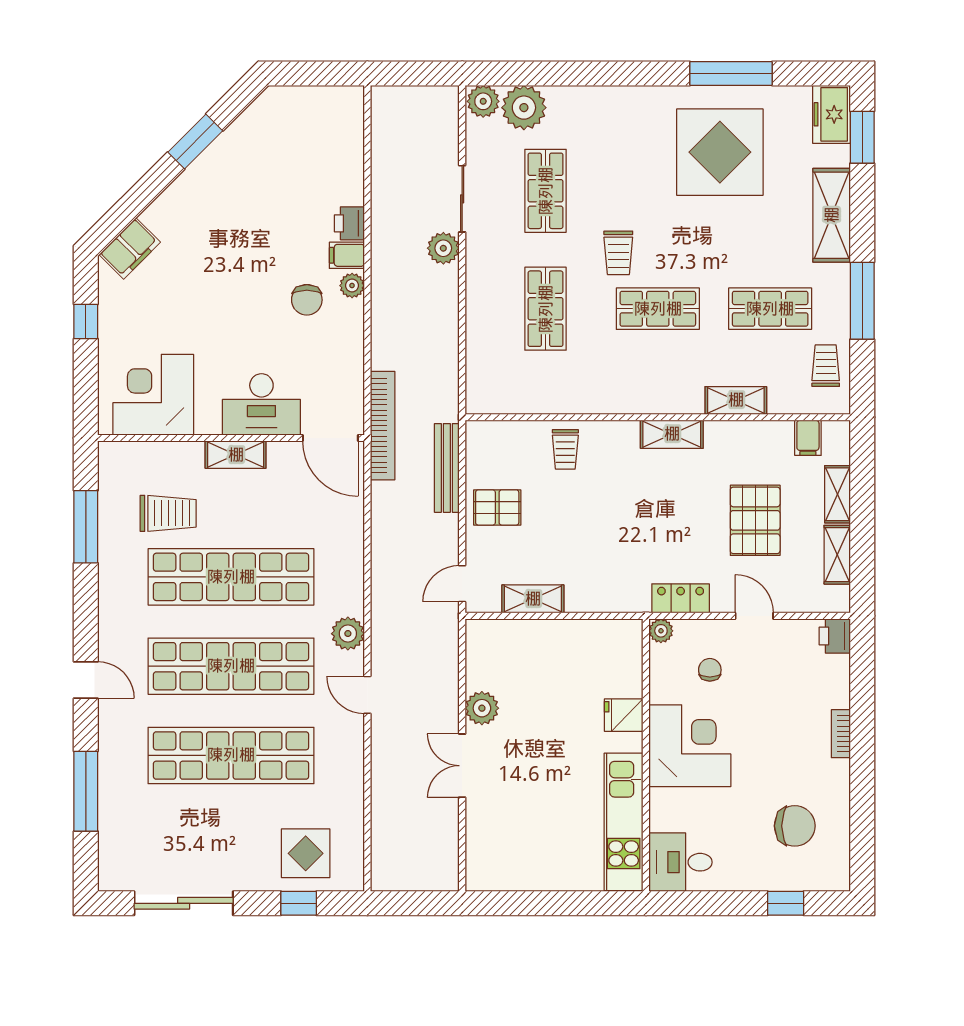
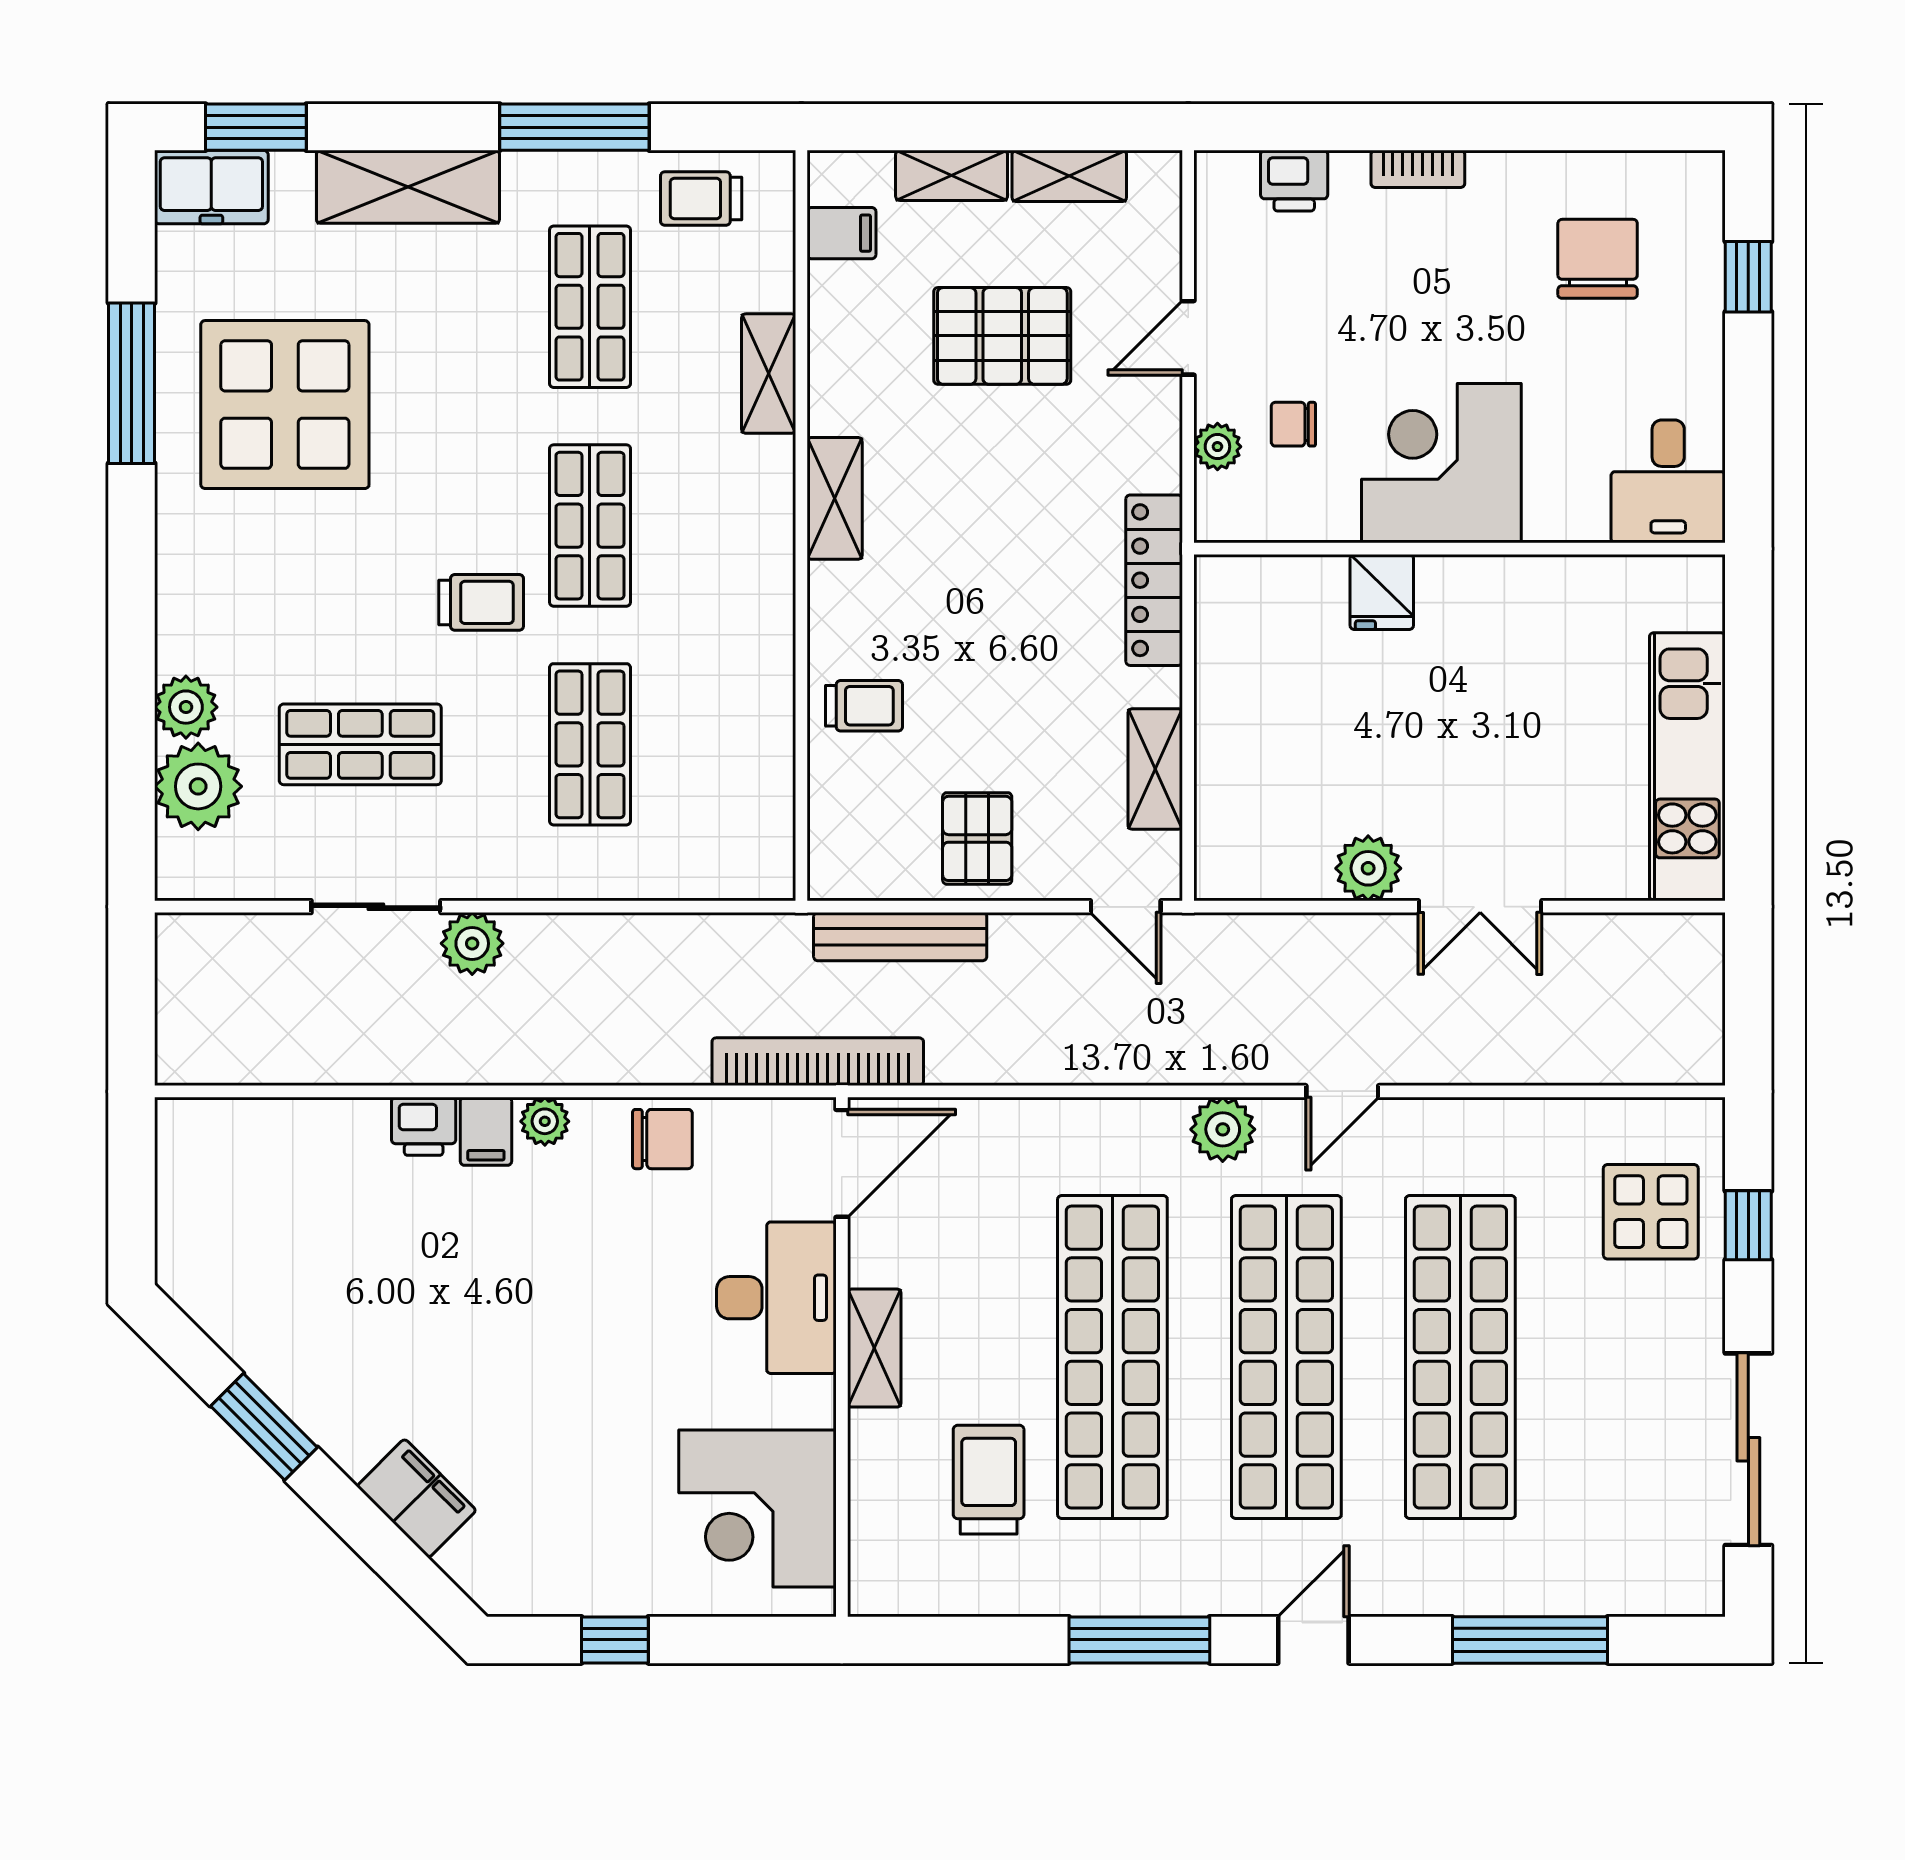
plant: (483, 101) -> (186, 707), moved
filing cabinet: (130, 248) -> (416, 1498), moved
chair: (307, 300) -> (662, 1139), moved
shop shelf: (546, 309) -> (590, 744), turned 90
window: (86, 527) -> (1139, 1640), moved
locker: (681, 598) -> (1154, 580), moved, width x1.53
plant: (661, 631) -> (1217, 447), moved
printer: (835, 636) -> (1294, 181), moved
kitchen unit: (624, 822) -> (1687, 767), moved, turned 90

